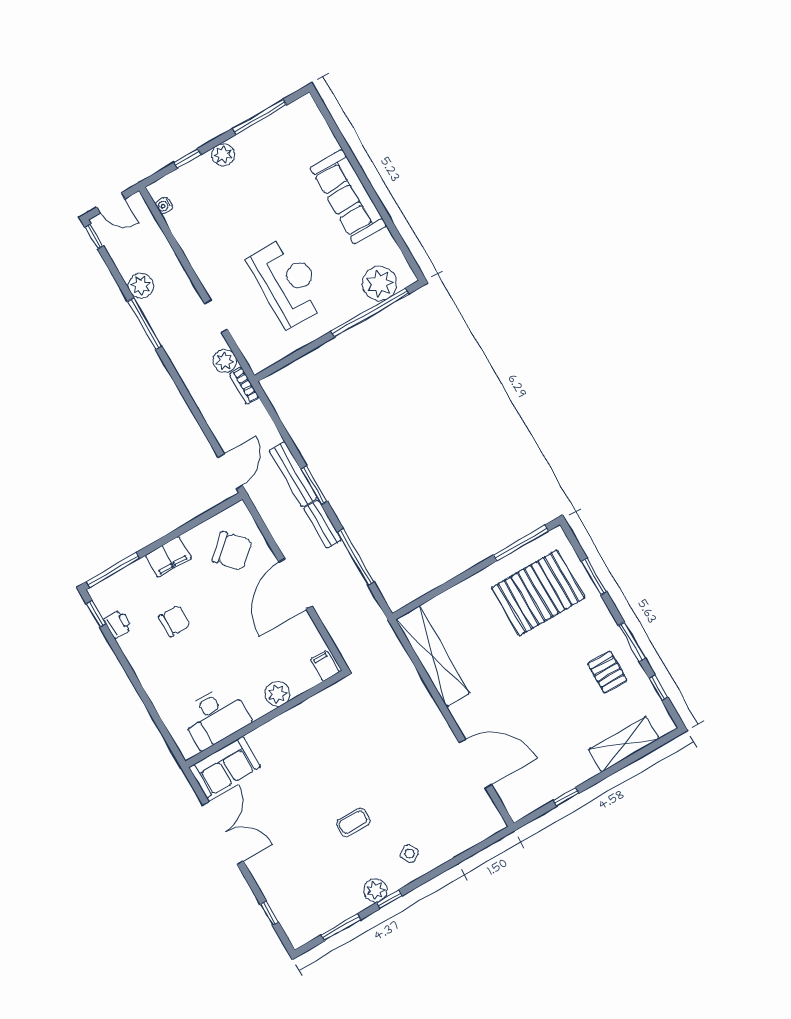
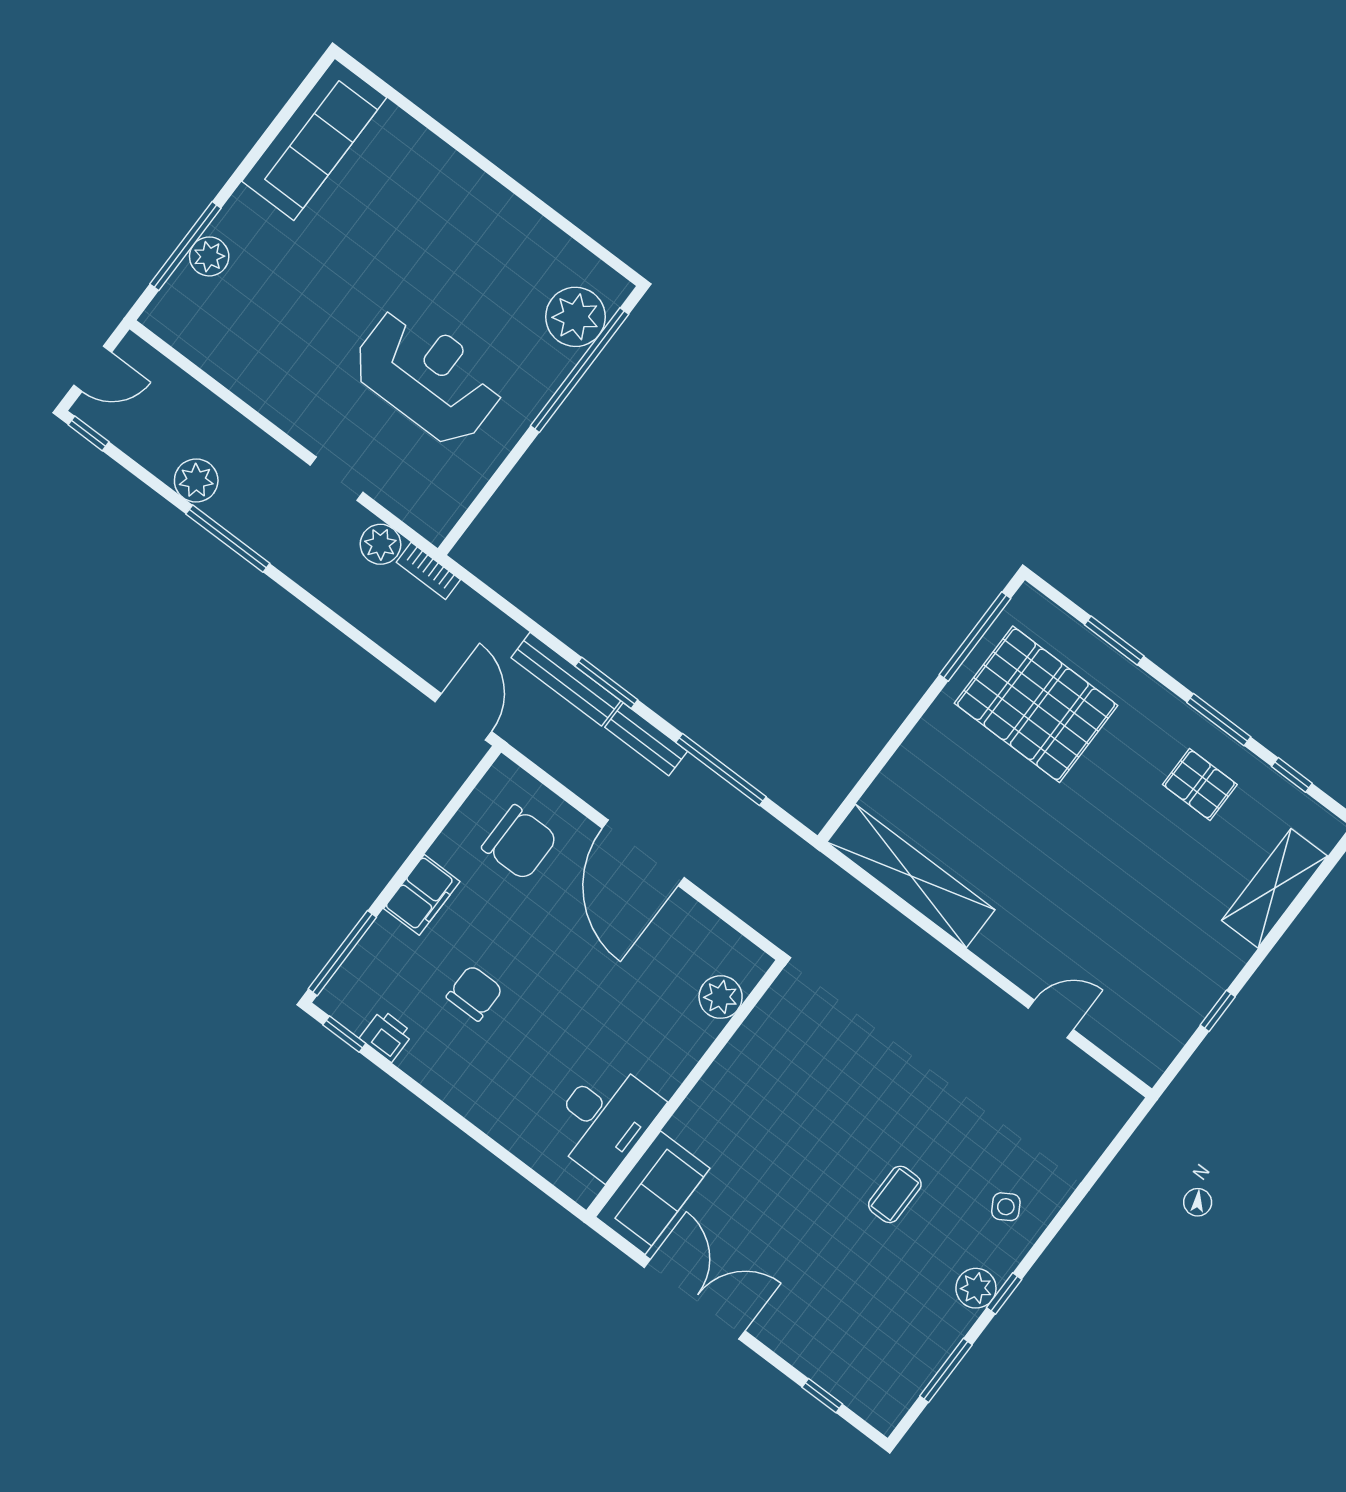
window: (259, 117) -> (272, 132), removed
plant: (223, 155) -> (209, 256), moved
window: (188, 158) -> (185, 246), width x2.17
sofa: (348, 197) -> (314, 139), moved, turned -90
water cooler: (164, 206) -> (179, 337), removed
chair: (232, 551) -> (520, 843), turned 42
pallet: (538, 593) -> (1036, 704), turned 90
filing cabinet: (325, 666) -> (745, 964), removed
plant: (277, 694) -> (721, 997), moved
door: (475, 764) -> (1051, 1019), width x0.53

